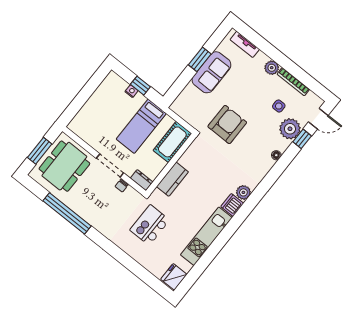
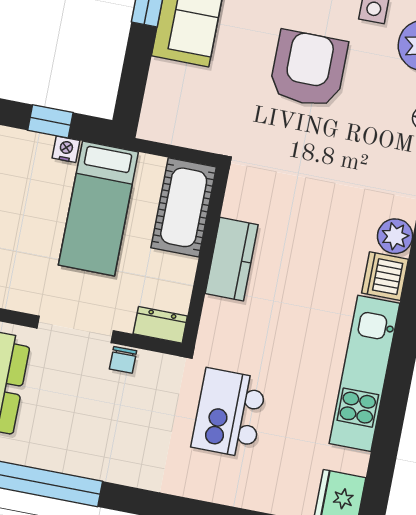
nightstand: (131, 91) -> (66, 149), moved
armchair: (227, 124) -> (308, 69), moved
kitchen counter: (172, 179) -> (232, 259), moved

